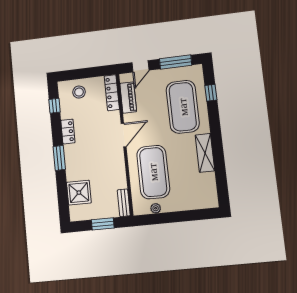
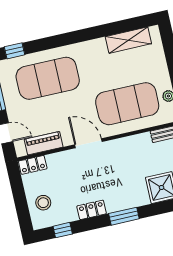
locker: (112, 93) -> (33, 165), width x0.66
window: (211, 93) -> (14, 51), moved
shelving: (205, 153) -> (128, 40), moved

